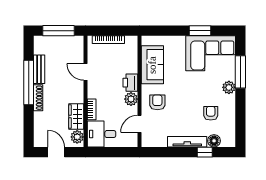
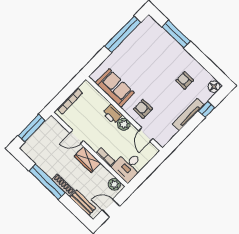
window: (200, 31) -> (123, 34), width x2.11
corner sofa: (211, 53) -> (145, 42), removed
bench: (39, 69) -> (83, 203), moved
plant: (229, 87) -> (179, 52), removed
wardrobe: (76, 117) -> (87, 159), moved
floor lamp: (214, 141) -> (214, 87), moved

